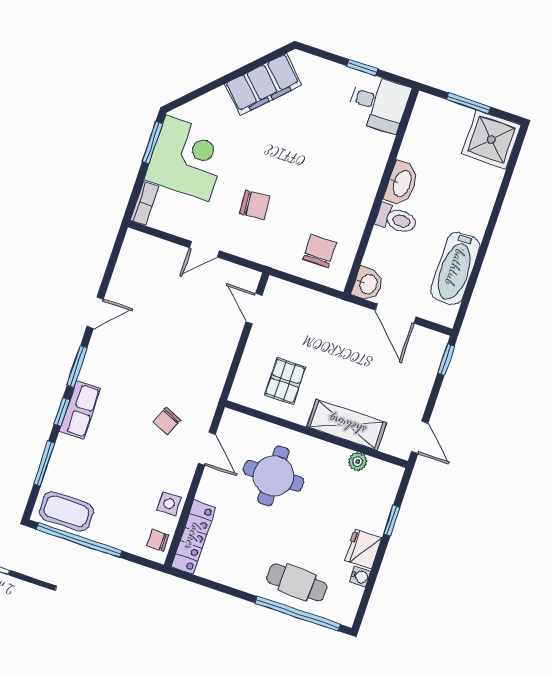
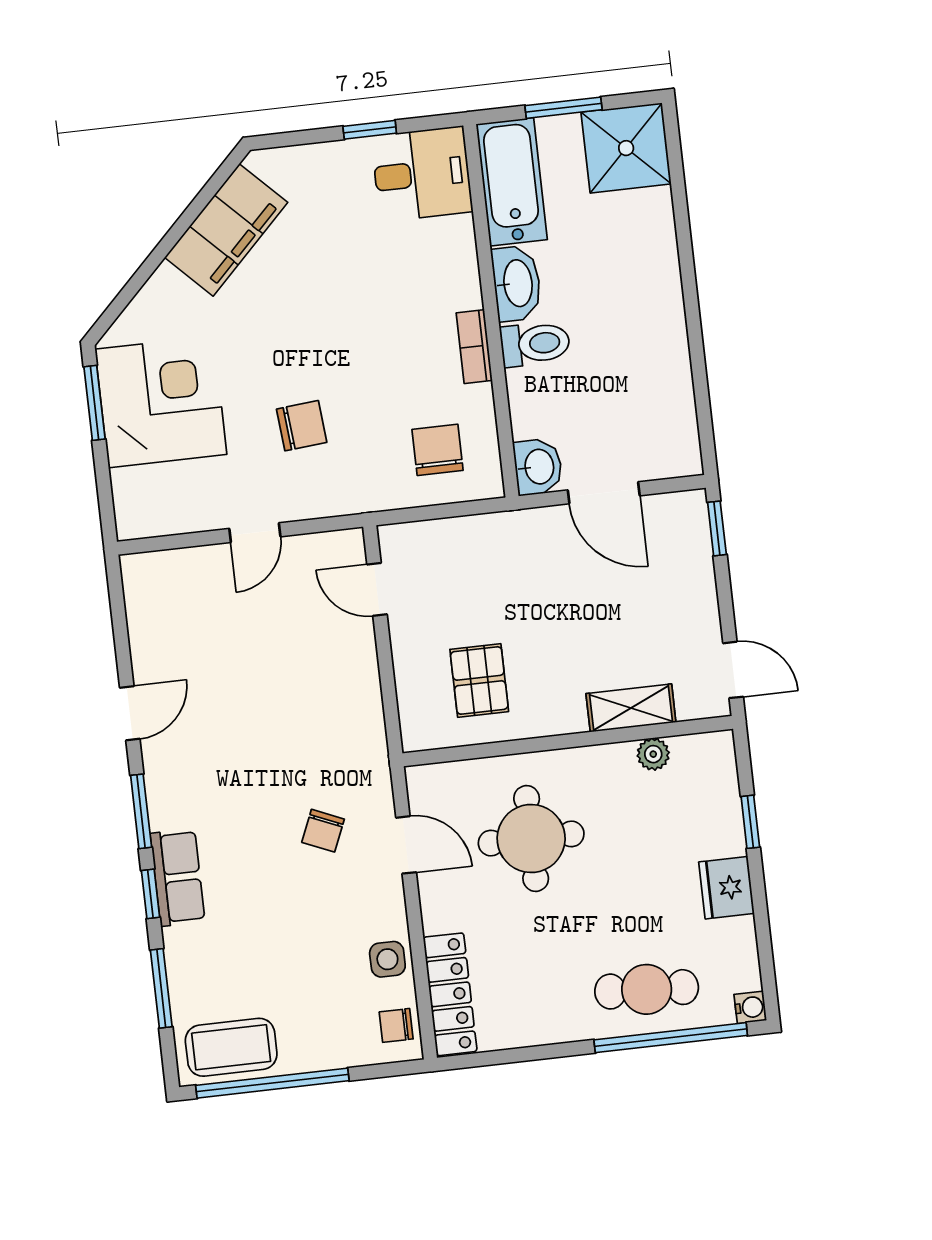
bookcase: (144, 204) -> (474, 347), moved, turned 180
bathtub: (455, 268) -> (512, 182), moved, turned 180
shelving: (347, 425) -> (631, 708), width x0.67, depth x0.75
water cooler: (360, 576) -> (750, 1007), moved

